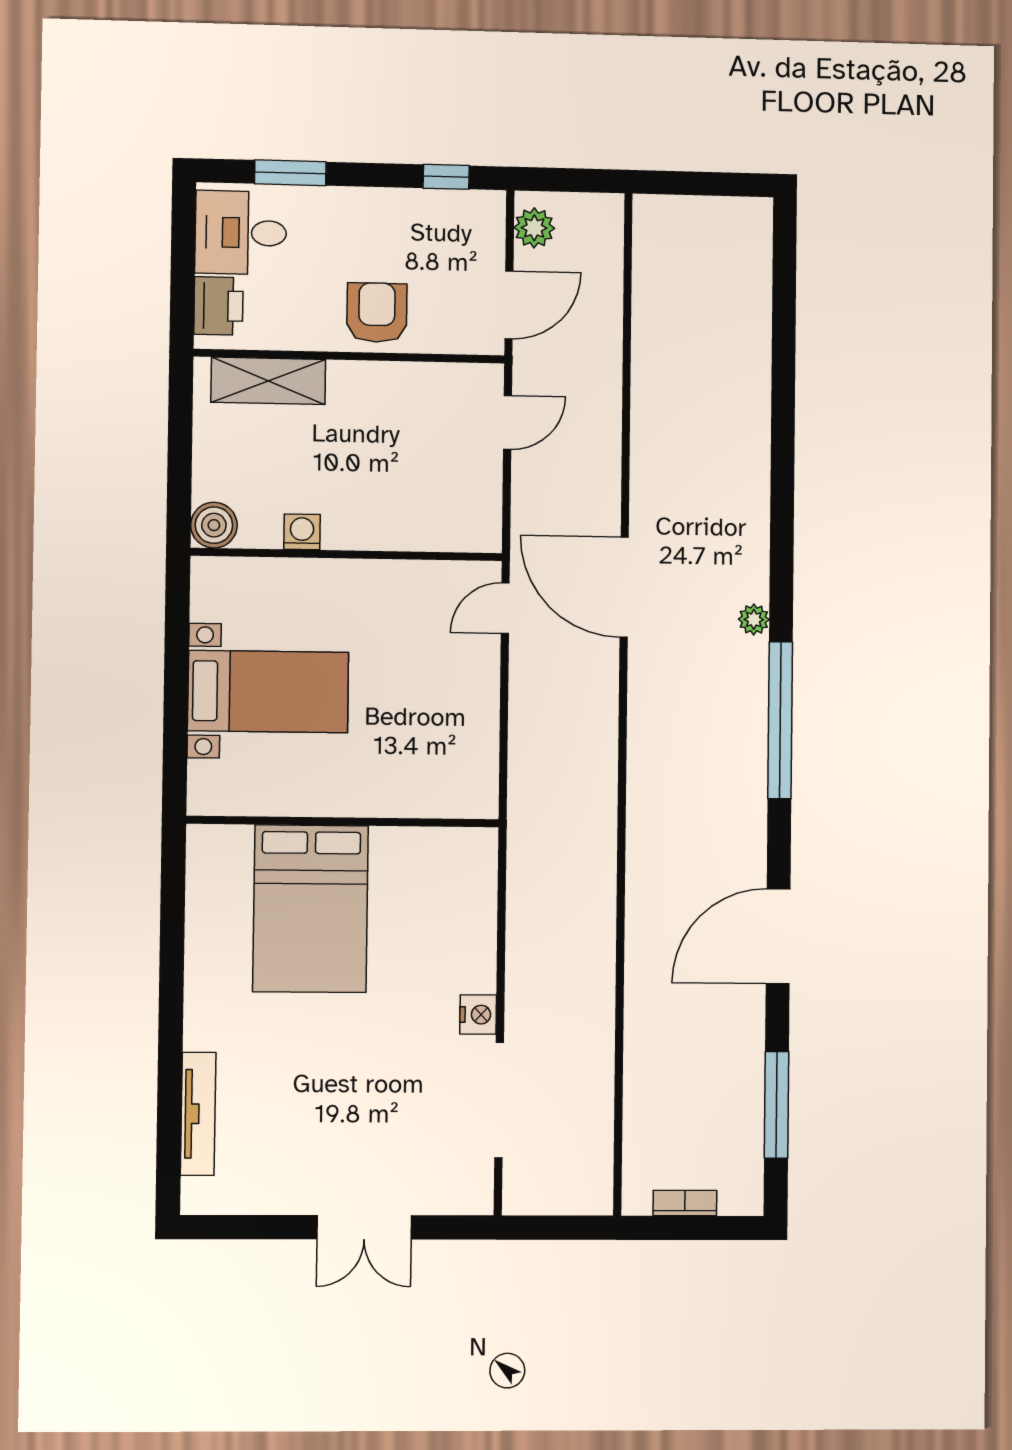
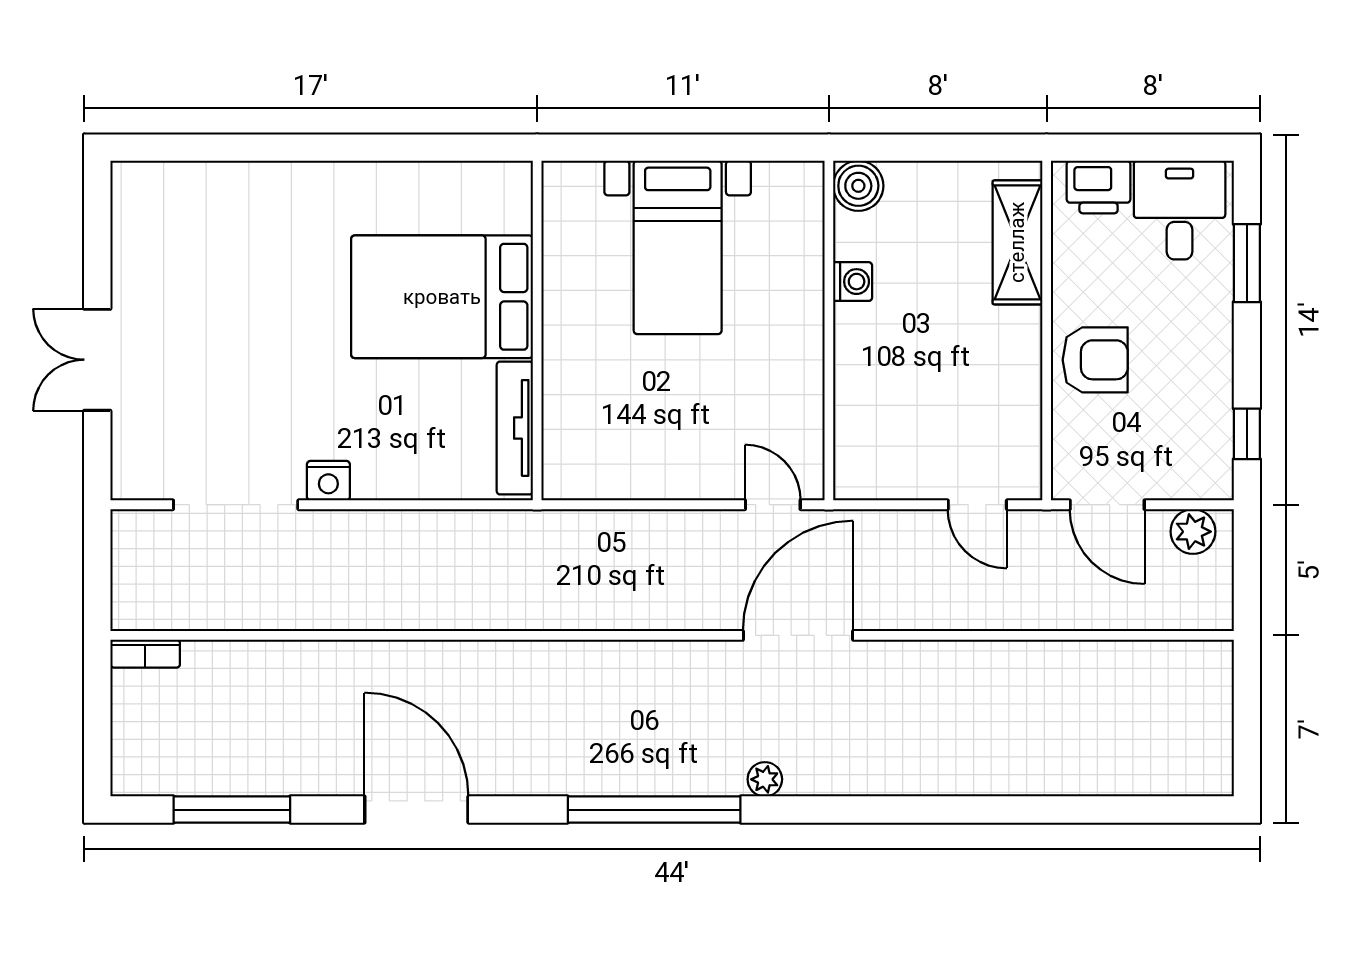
tv unit: (198, 1114) -> (515, 428), moved, turned 90
bookcase: (685, 1203) -> (145, 654), moved, turned 90

